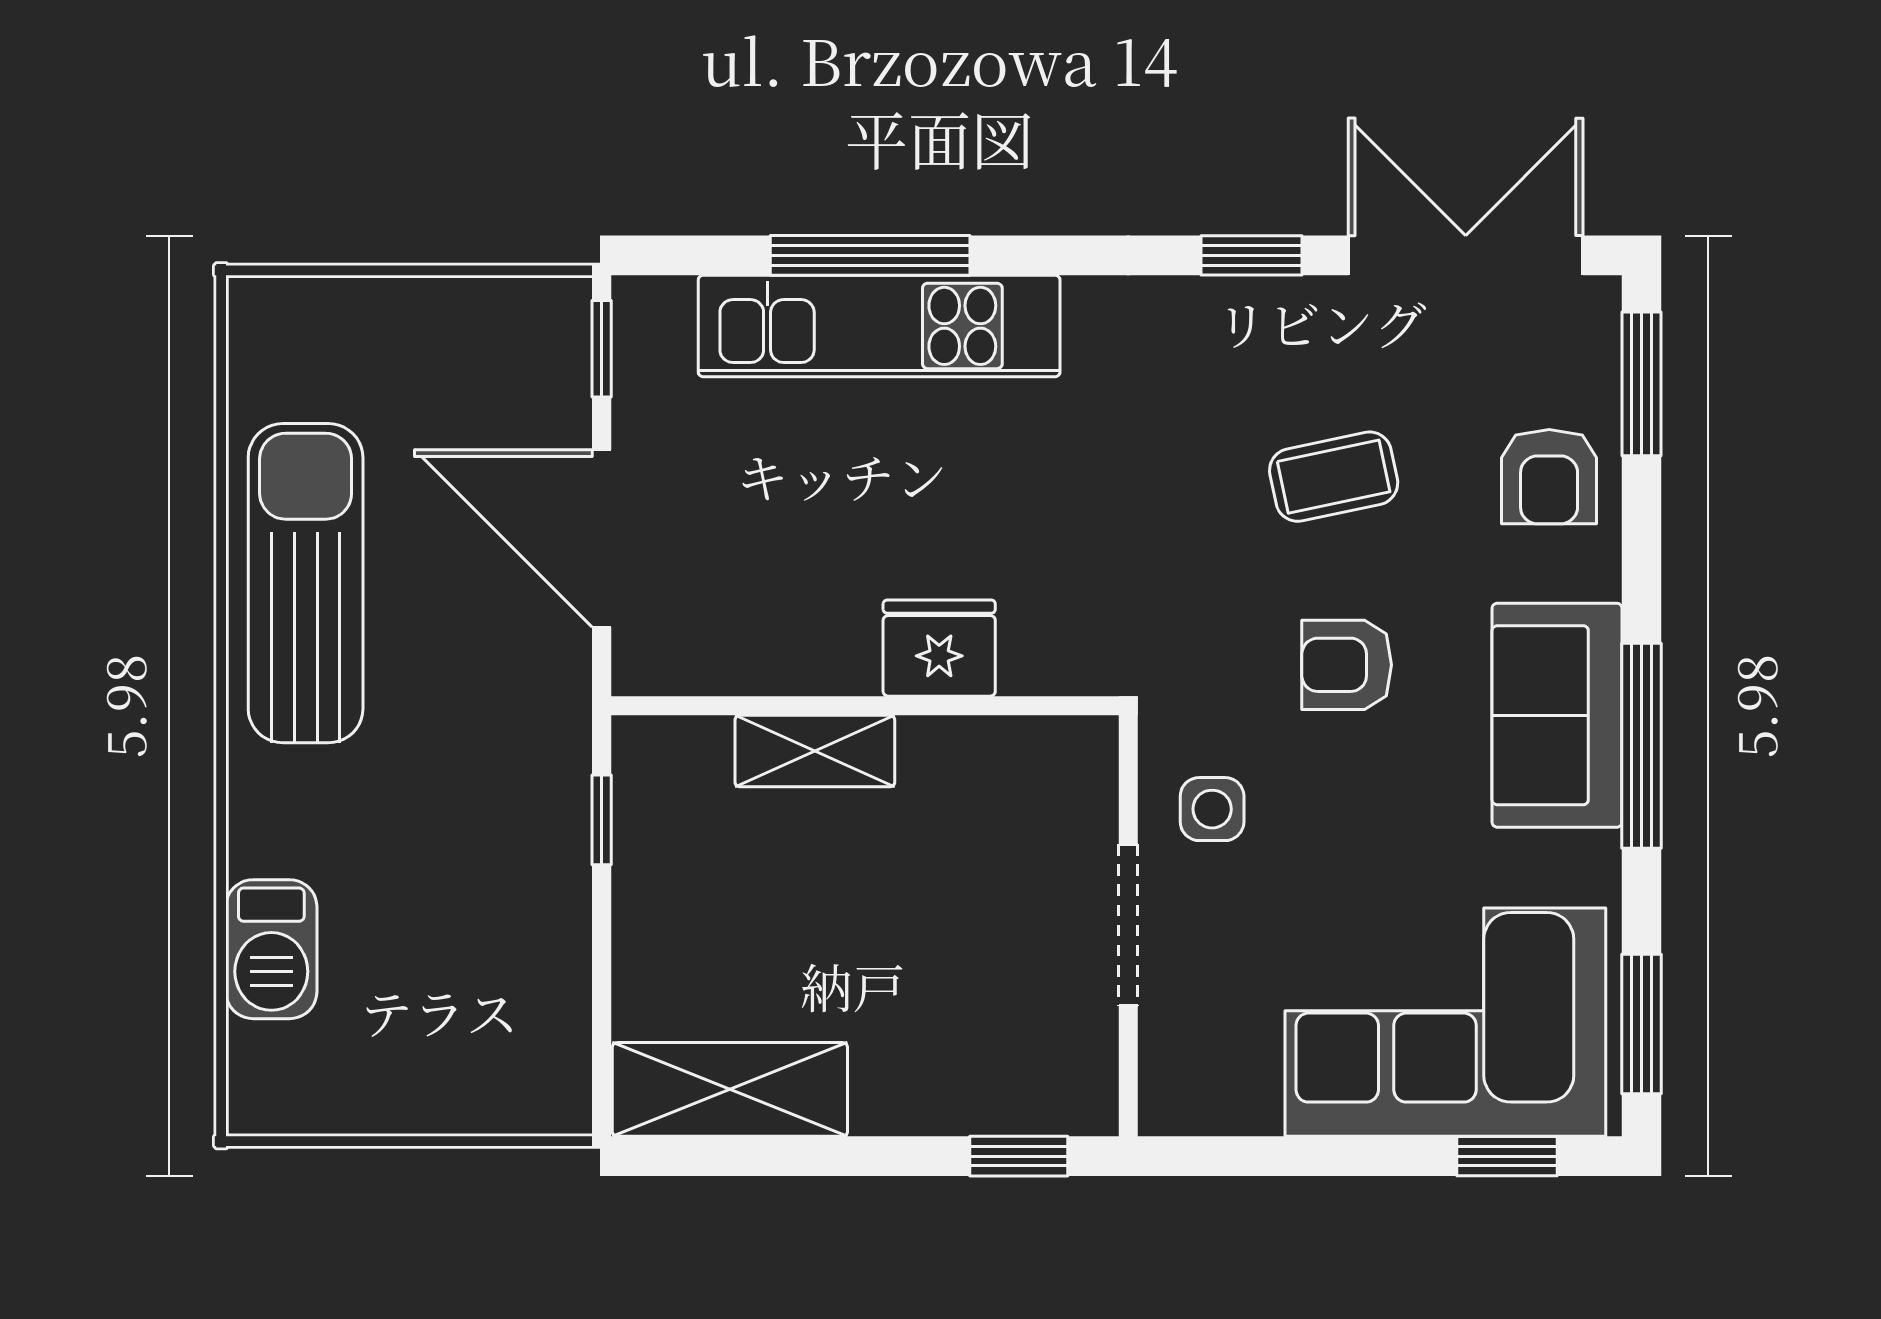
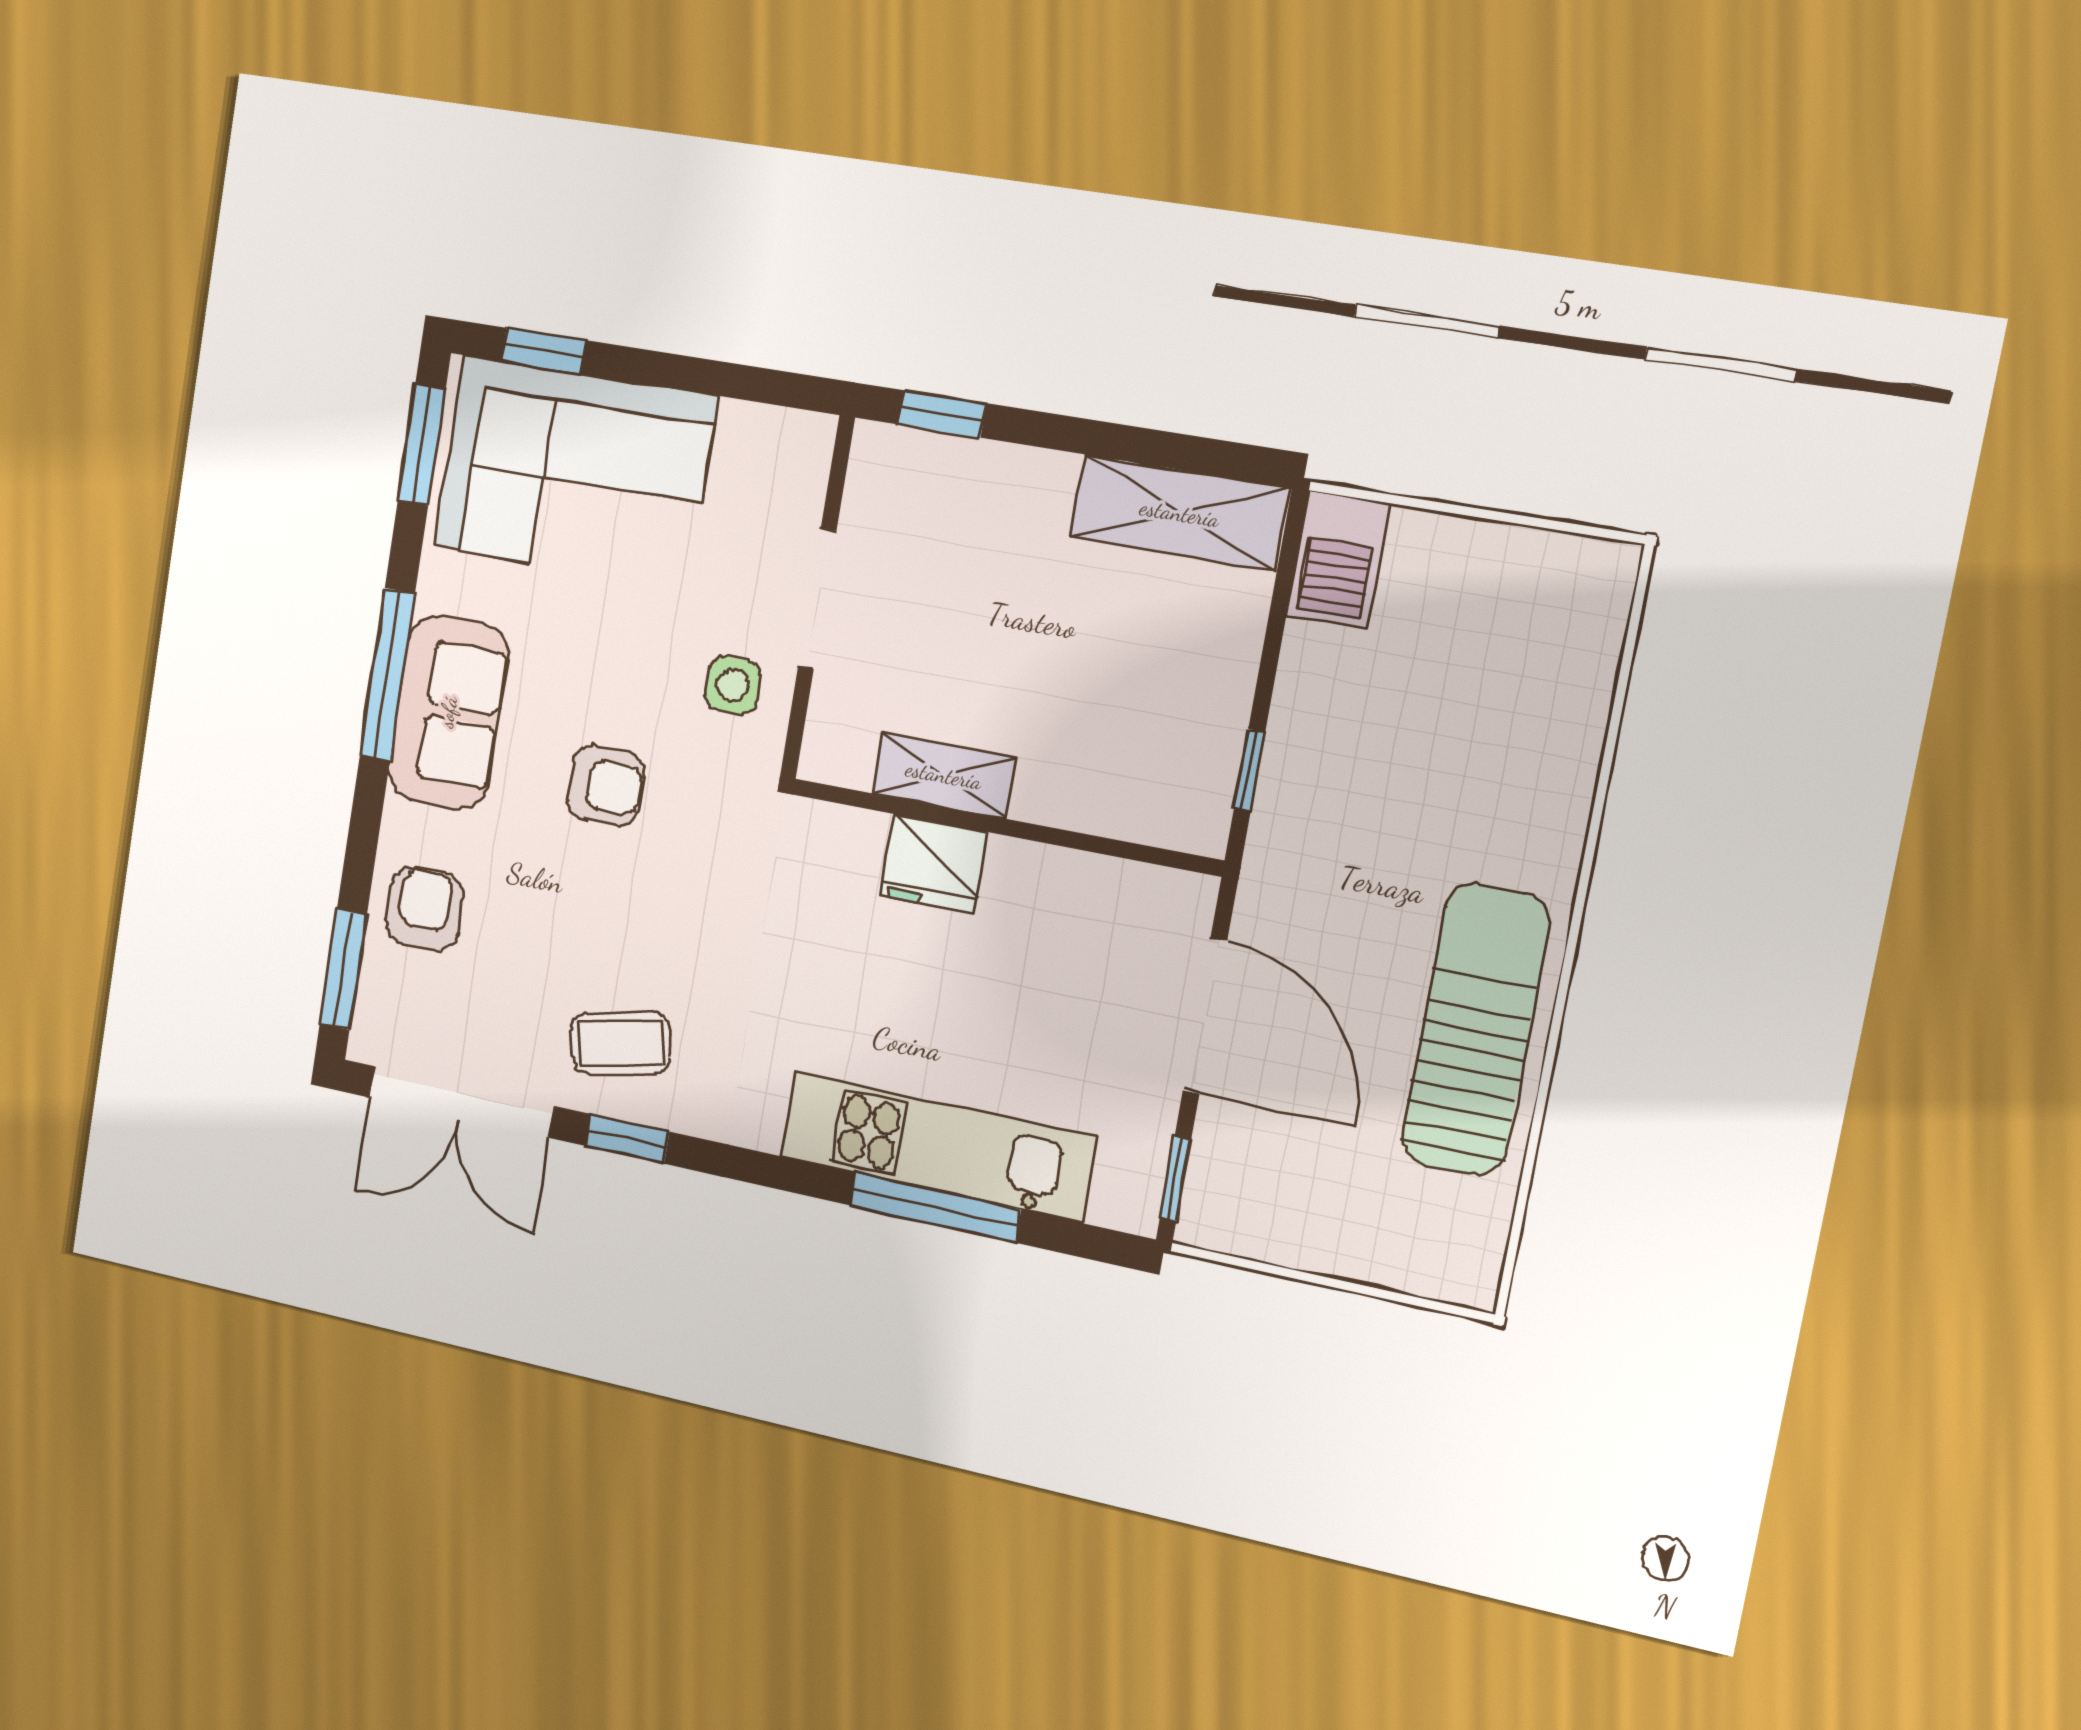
coffee table: (1334, 477) -> (621, 1043), moved
sun lounger: (306, 583) -> (1475, 1029), turned 180
shelving: (815, 751) -> (944, 775), moved
barbecue: (271, 949) -> (1338, 559), moved, turned 180

